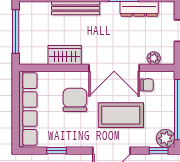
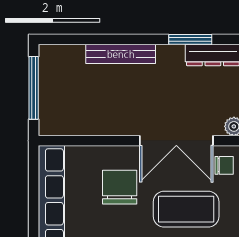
wardrobe: (65, 55) -> (105, 122), removed

